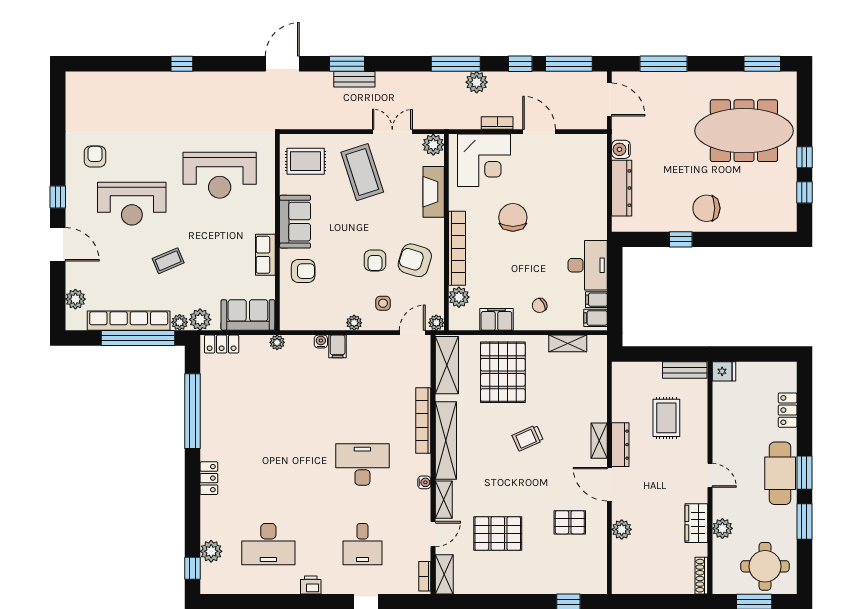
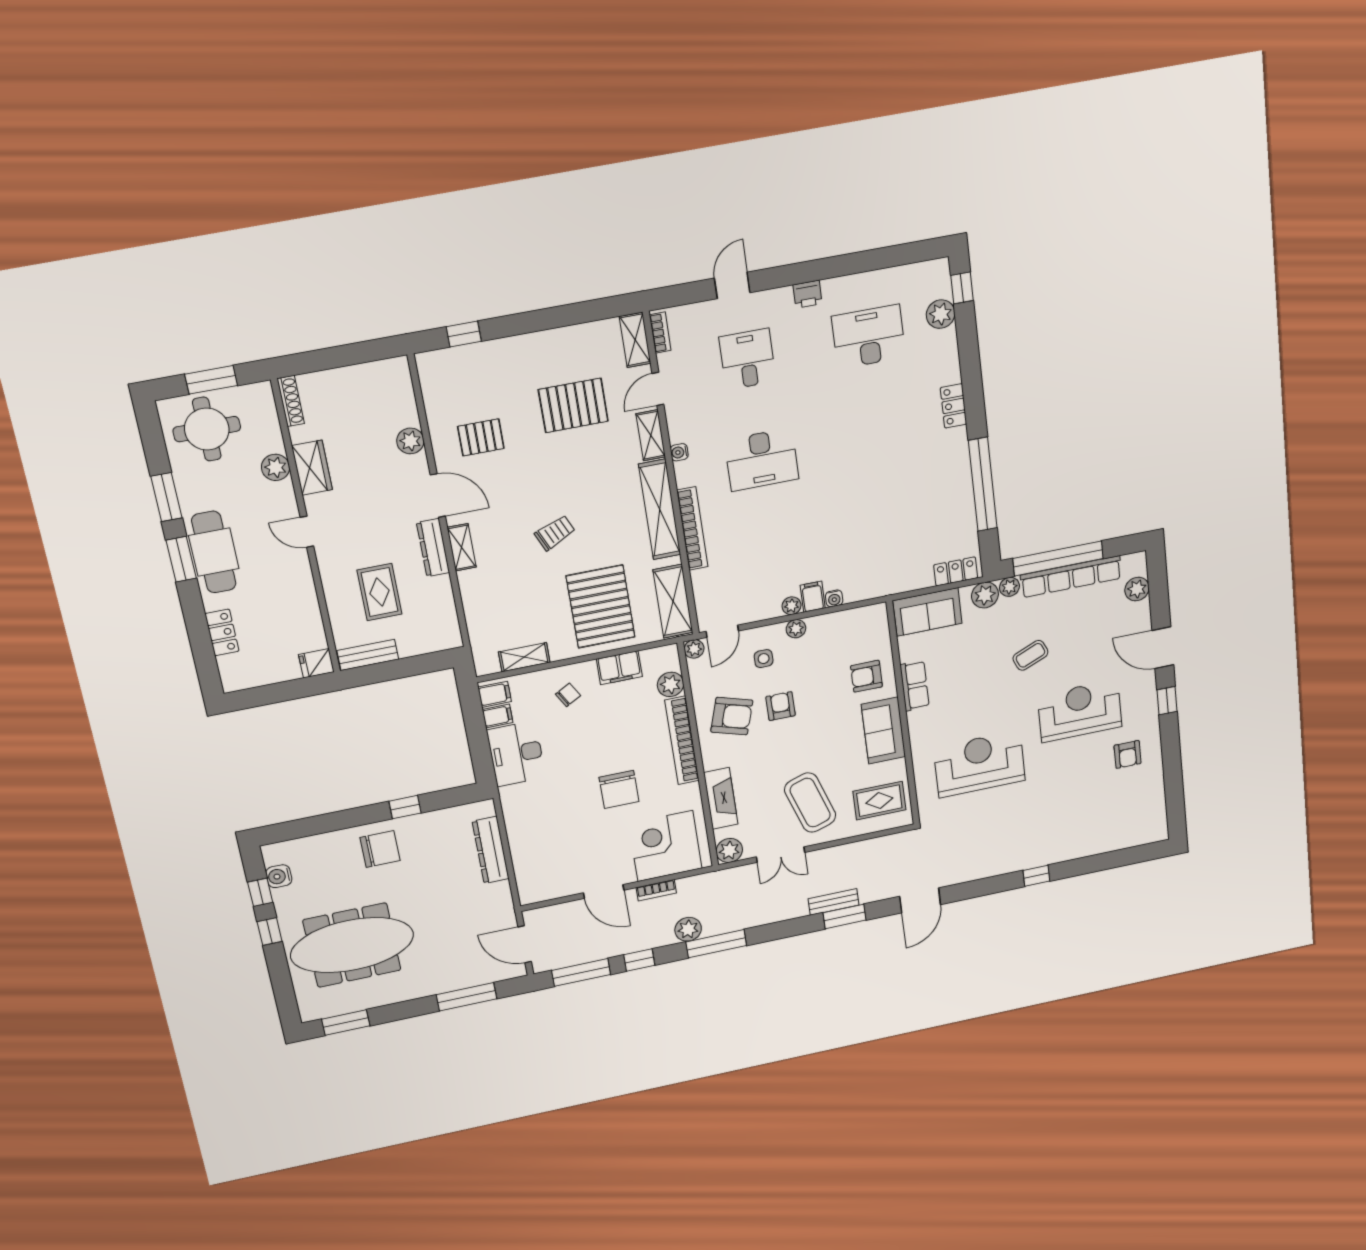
water cooler: (621, 149) -> (279, 876), moved, turned 180
plant: (277, 342) -> (792, 606), moved

